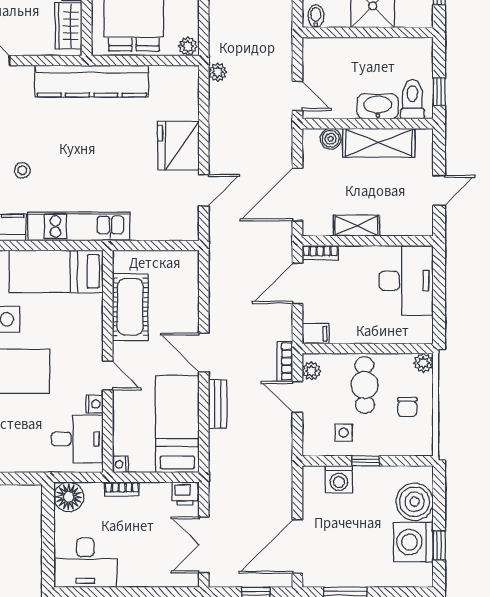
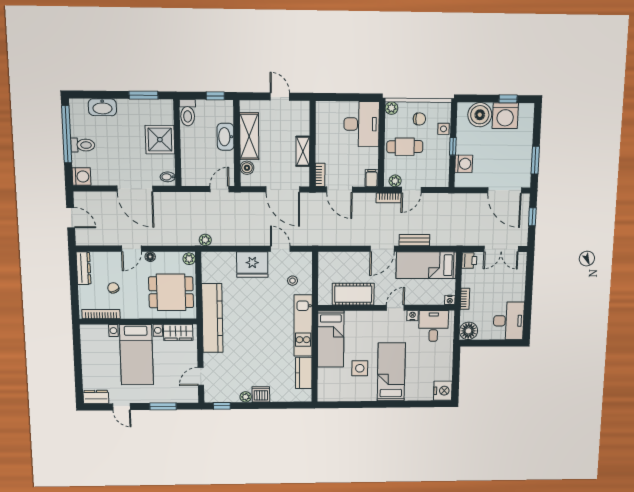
toilet: (412, 99) -> (188, 113), moved, turned -90
stool: (22, 170) -> (293, 281), moved
desk: (406, 281) -> (361, 124), moved, turned 90
side table: (344, 433) -> (444, 129), moved

